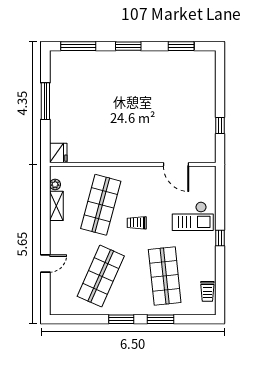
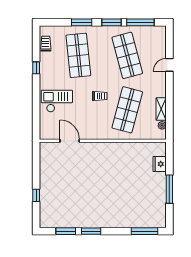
window: (128, 46) -> (91, 231), moved
window: (220, 126) -> (36, 195), moved
fridge: (58, 153) -> (160, 164), moved
window: (220, 238) -> (36, 68), moved
shop shelf: (101, 276) -> (127, 55), turned -39
window: (83, 319) -> (140, 22), added

